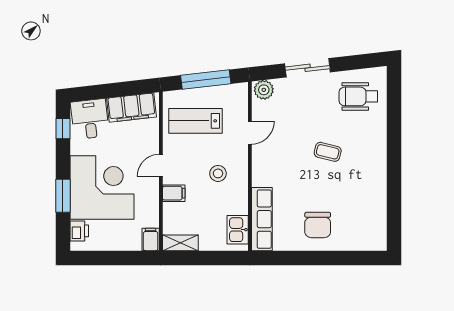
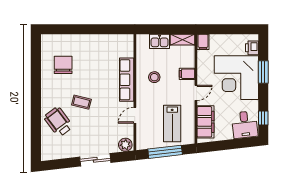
wheelchair: (358, 96) -> (58, 122), moved, turned -127
filing cabinet: (131, 108) -> (206, 122), moved, turned 97
lab bench: (195, 121) -> (172, 123), turned 90
stool: (218, 173) -> (154, 77), moved
row of seats: (262, 219) -> (127, 80), moved
chair: (318, 225) -> (63, 65), moved
kitchen sink: (238, 230) -> (160, 41), moved, turned 90

